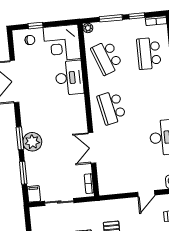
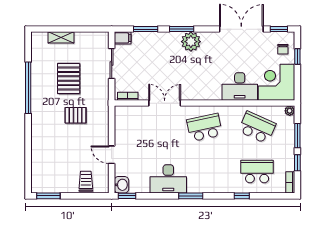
window: (11, 46) -> (279, 29), added
school desk: (107, 57) -> (257, 127), turned 45
plant: (32, 142) -> (191, 42), moved

